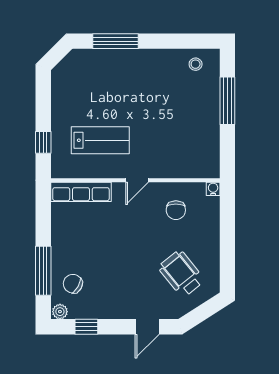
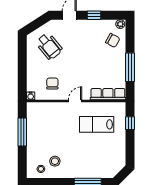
stool: (172, 77) -> (55, 161), added
window: (227, 101) -> (22, 132), moved
window: (43, 271) -> (130, 67), moved
window: (86, 327) -> (94, 15), moved

